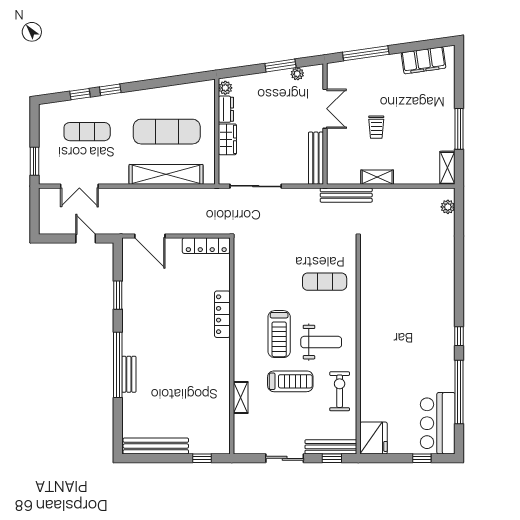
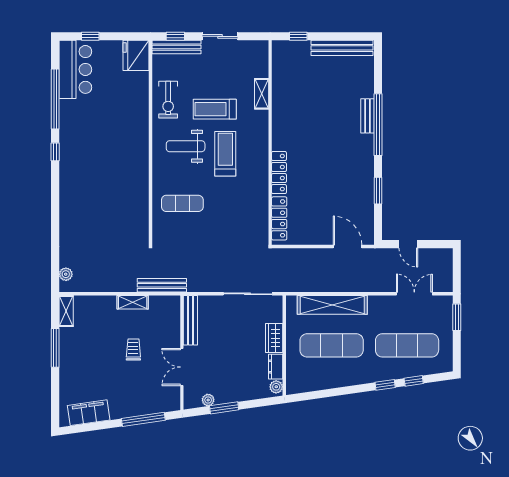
exercise mat: (87, 132) -> (407, 345), width x1.36, depth x1.45
locker: (206, 246) -> (279, 218), moved, turned 90

